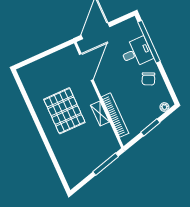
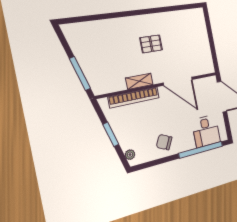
desk: (136, 52) -> (206, 131), moved
door: (86, 67) -> (178, 81), moved
pallet: (64, 111) -> (151, 44), width x0.49, depth x0.50

